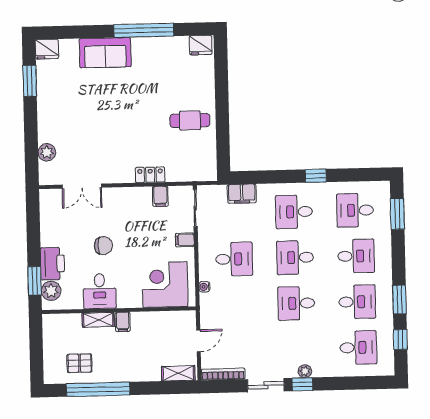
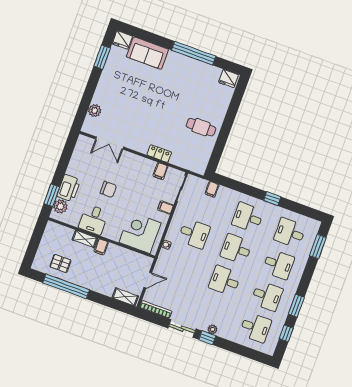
sofa: (105, 53) -> (147, 53), moved
filing cabinet: (242, 194) -> (212, 189), width x0.50

